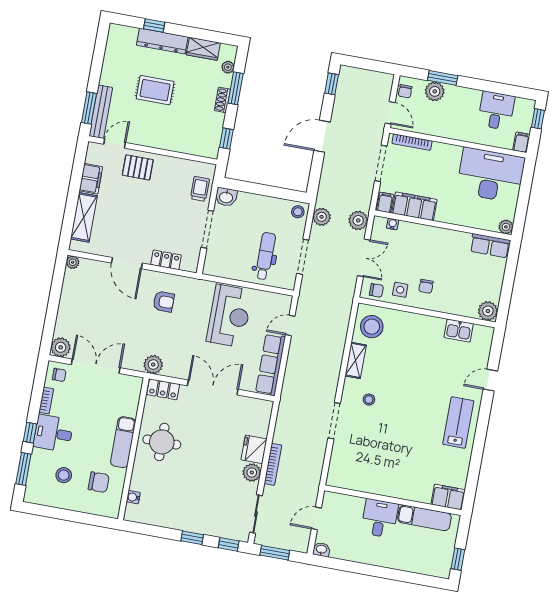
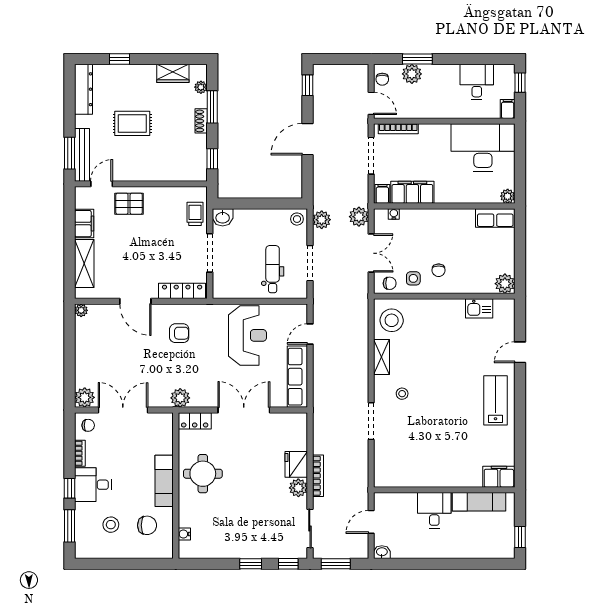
dresser: (162, 41) -> (84, 89), moved, turned -90
locker: (166, 260) -> (182, 291), width x1.53

